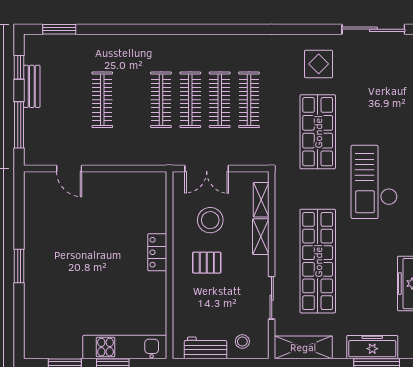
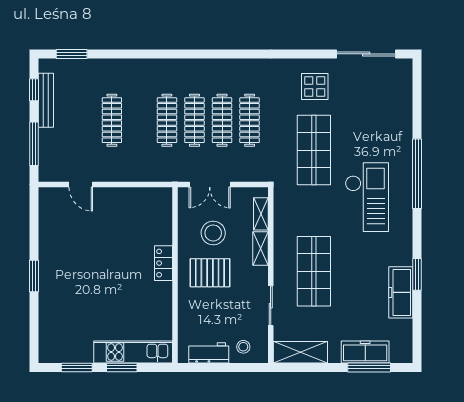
bench: (32, 86) -> (46, 100), width x1.36
checkout: (374, 182) -> (367, 197), turned 180
shop shelf: (318, 261) -> (314, 271), width x0.71
pallet: (207, 263) -> (210, 273), width x1.50, depth x1.42

